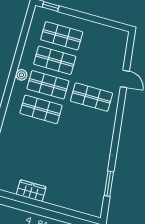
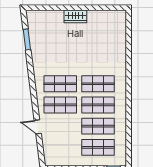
plant: (21, 75) -> (122, 107), removed
shop shelf: (85, 122) -> (60, 84), added
wardrobe: (31, 191) -> (75, 16), moved

